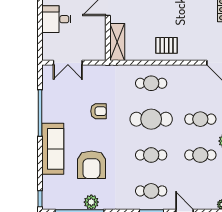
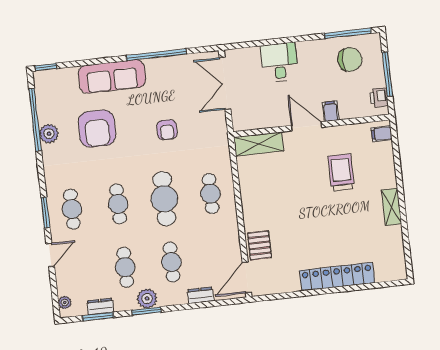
pallet: (167, 45) -> (260, 245), moved
double door: (68, 63) -> (225, 83), width x1.37
armchair: (91, 165) -> (97, 128), turned -90

